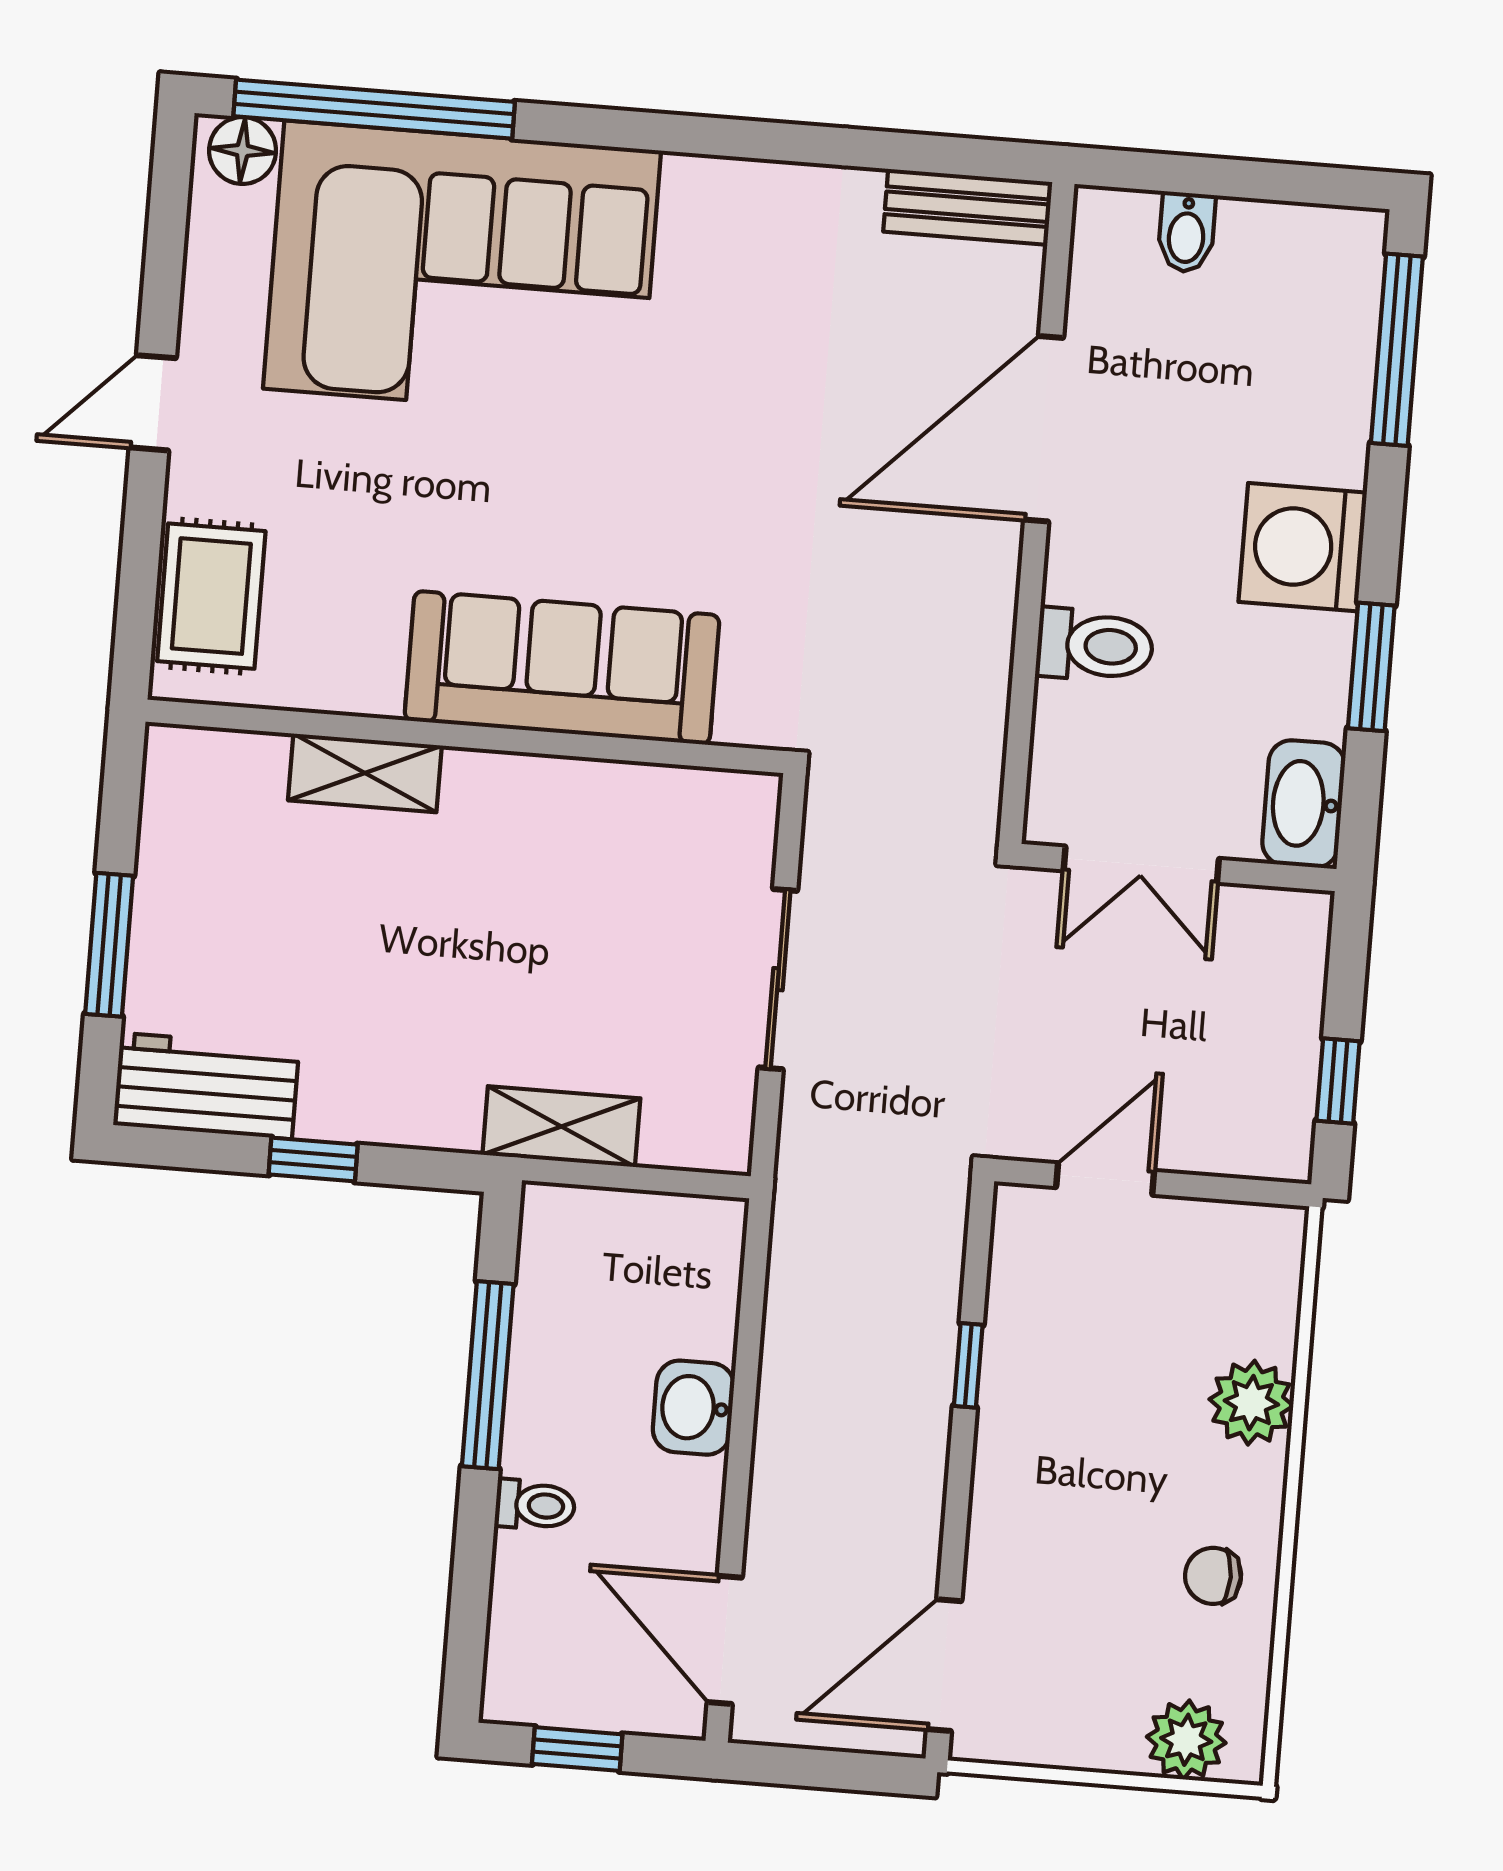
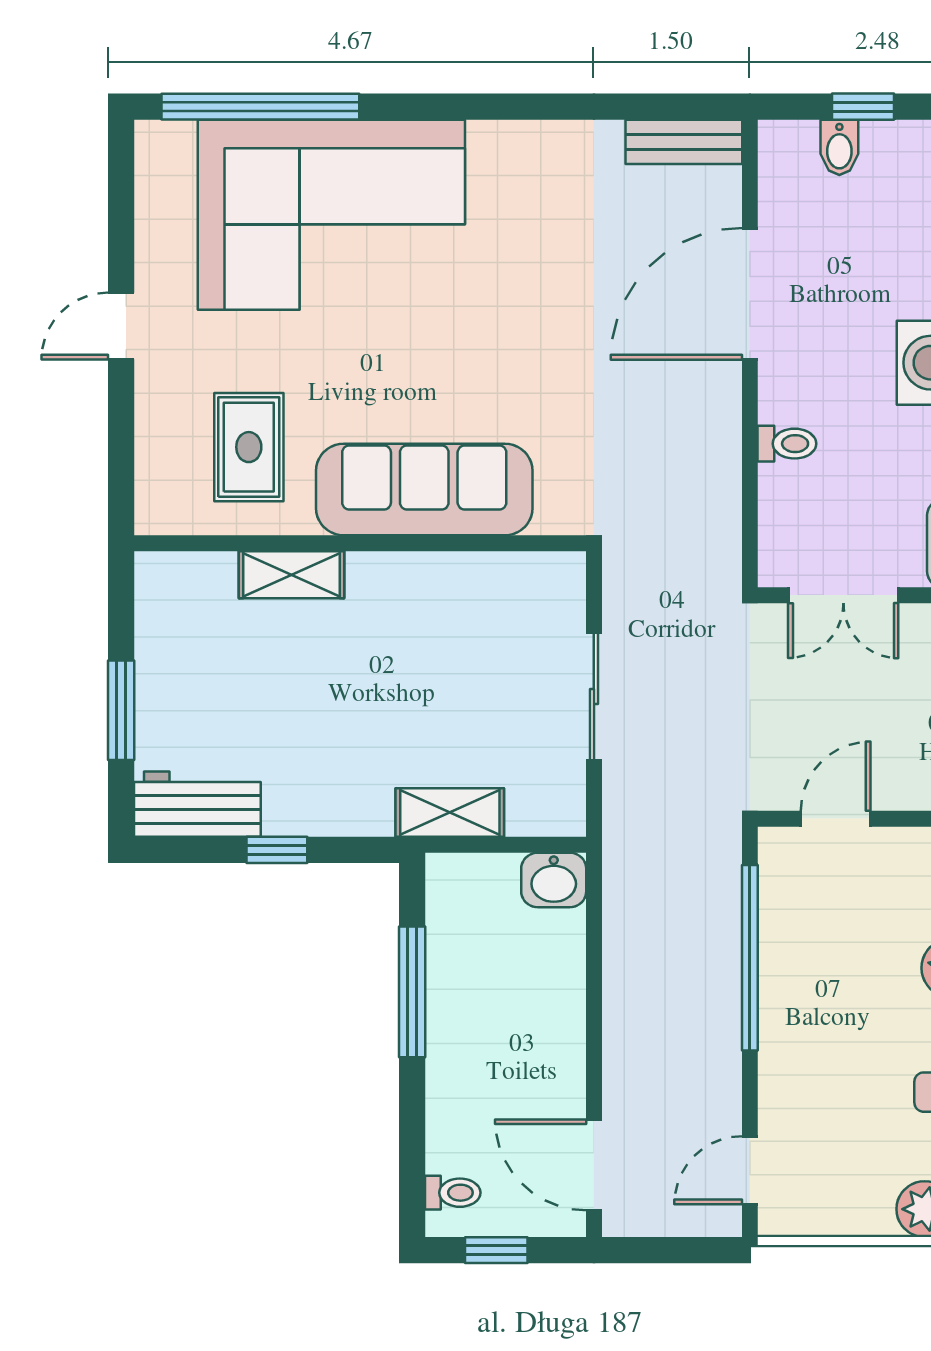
floor lamp: (243, 151) -> (170, 143), removed
window: (1224, 177) -> (863, 107), added
rug: (211, 596) -> (249, 447), moved
toilet: (1095, 645) -> (787, 444), width x0.73, depth x0.72
window: (968, 1365) -> (750, 958), width x3.17
washbasin: (693, 1408) -> (554, 880), moved, turned -90
toilet: (535, 1505) -> (453, 1193), moved
door: (944, 1665) -> (750, 1170), width x0.73

